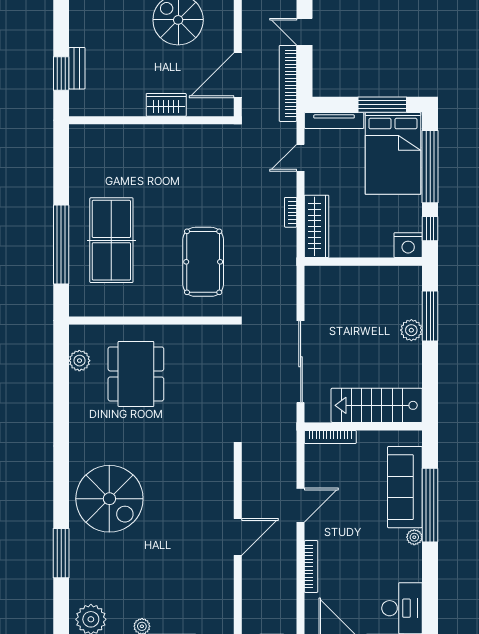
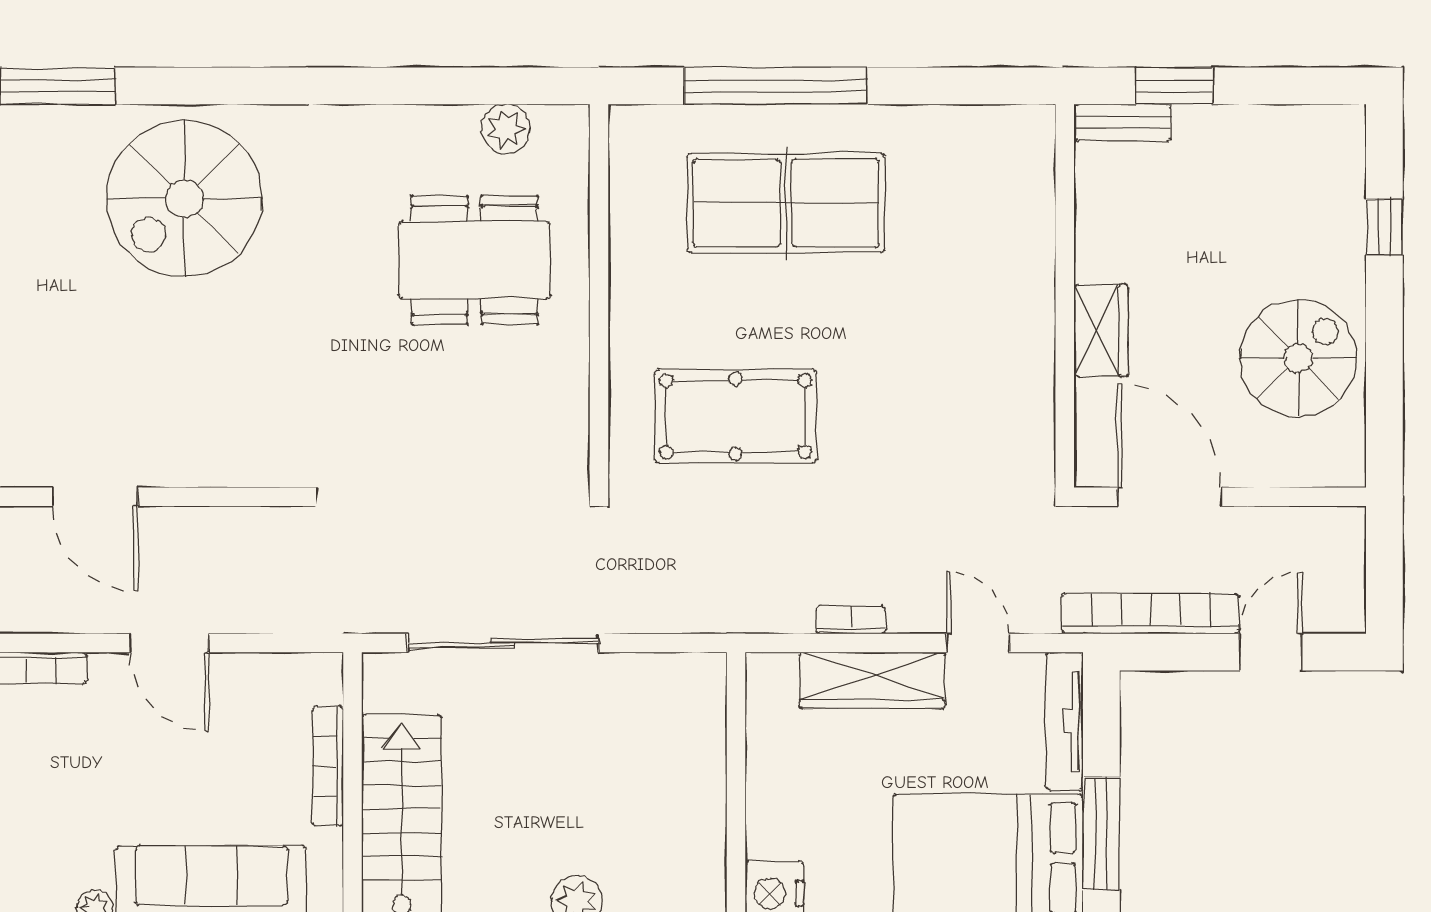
bench: (77, 68) -> (1123, 123), moved
wardrobe: (317, 226) -> (872, 680), moved
bookcase: (330, 437) -> (328, 766), moved

